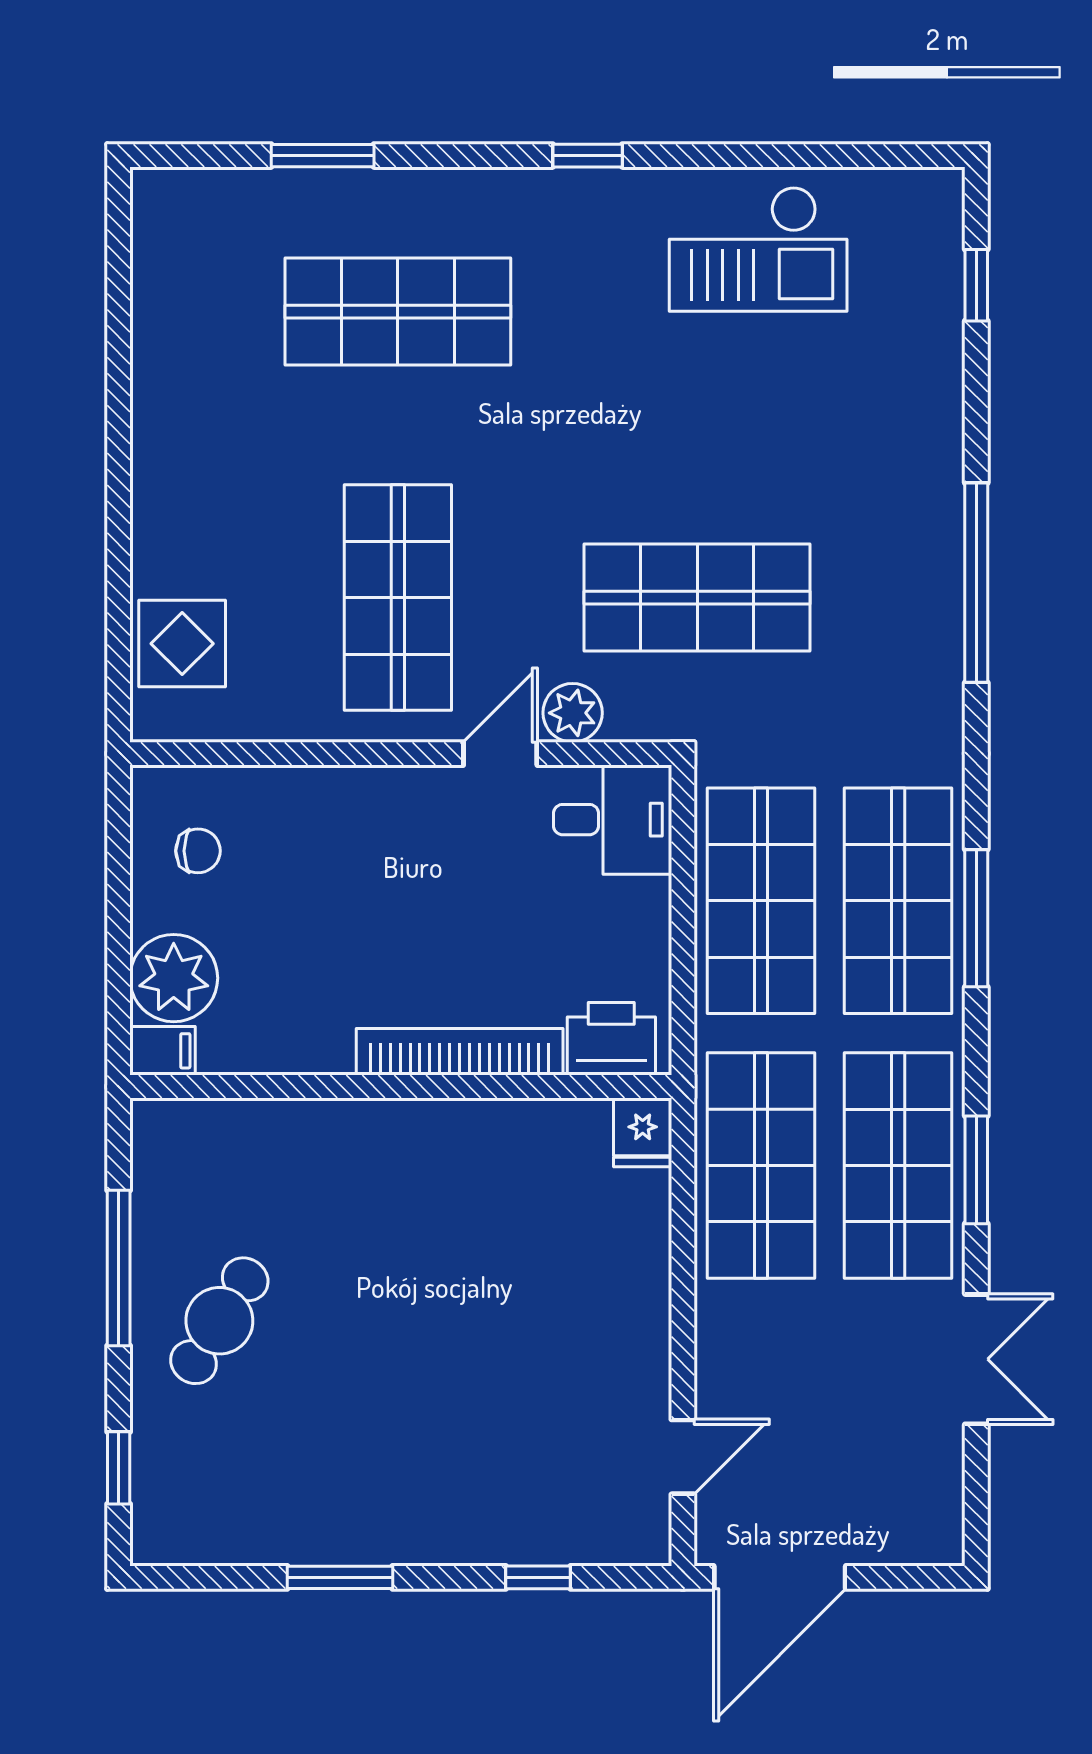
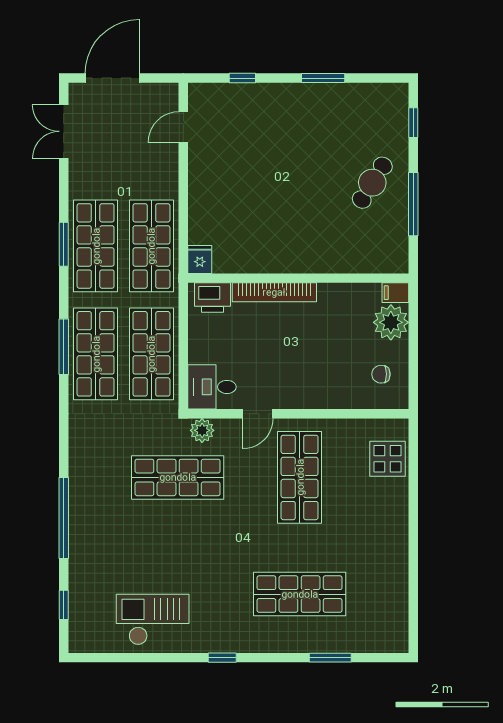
window: (976, 583) -> (64, 518), moved
plant: (573, 713) -> (202, 430), moved
double door: (976, 1359) -> (64, 131), moved
door: (780, 1577) -> (112, 78), moved

